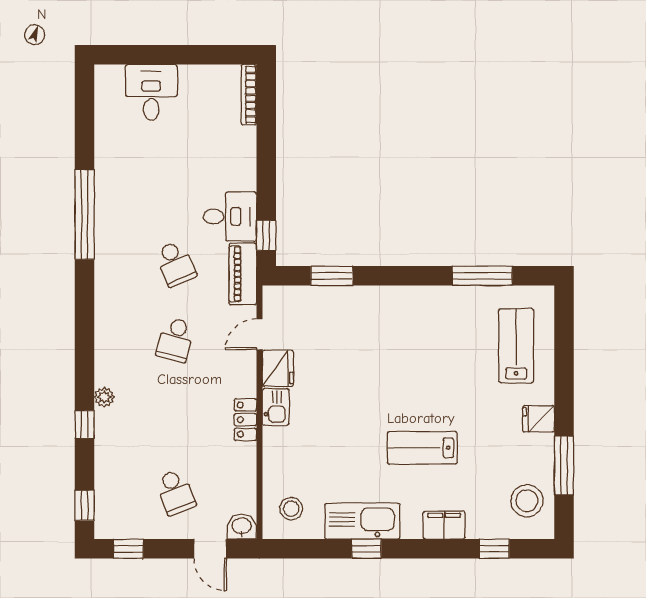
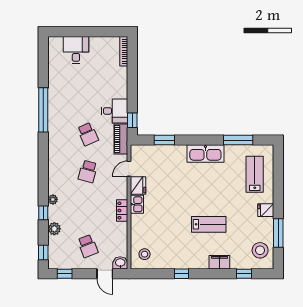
lab bench: (422, 448) -> (209, 224), turned 180
plant: (107, 457) -> (54, 229), added
kitchen sink: (362, 521) -> (205, 154), moved, turned 180

